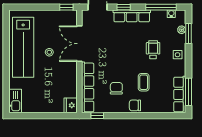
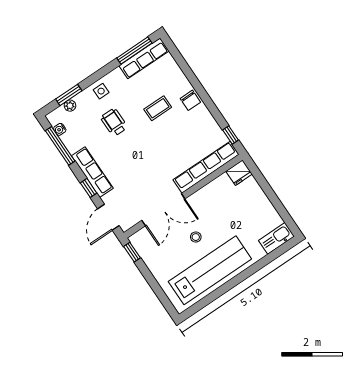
wheelchair: (153, 50) -> (114, 122), turned 90
chair: (116, 88) -> (185, 134), removed

